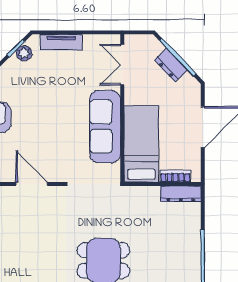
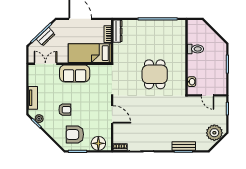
double door: (122, 65) -> (45, 64), swing flipped
armchair: (40, 99) -> (65, 110), added
sofa: (105, 127) -> (75, 73), width x0.73
door: (32, 184) -> (112, 114), swing flipped

